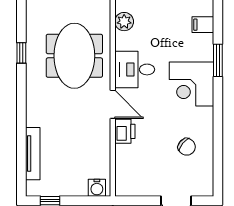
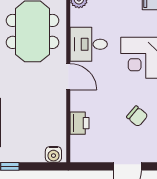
printer: (125, 131) -> (80, 123), moved

